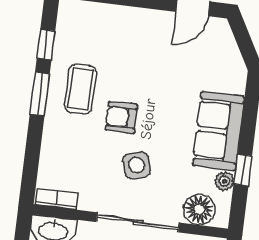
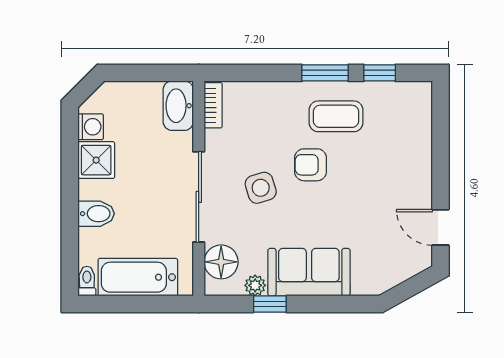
armchair: (121, 117) -> (311, 165), turned -90

